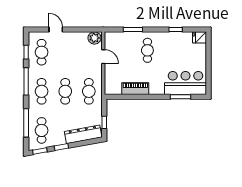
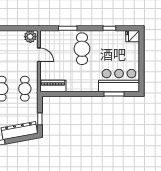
cafe table: (147, 50) -> (82, 49), width x1.37, depth x1.35
piano: (135, 89) -> (53, 86), moved

